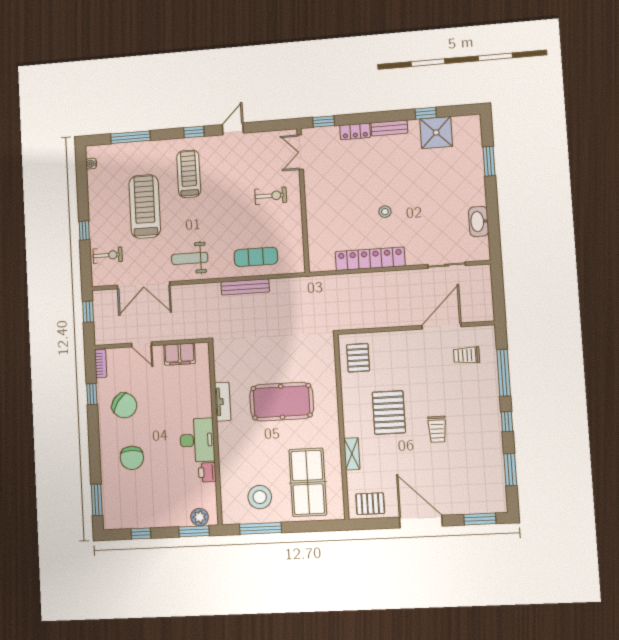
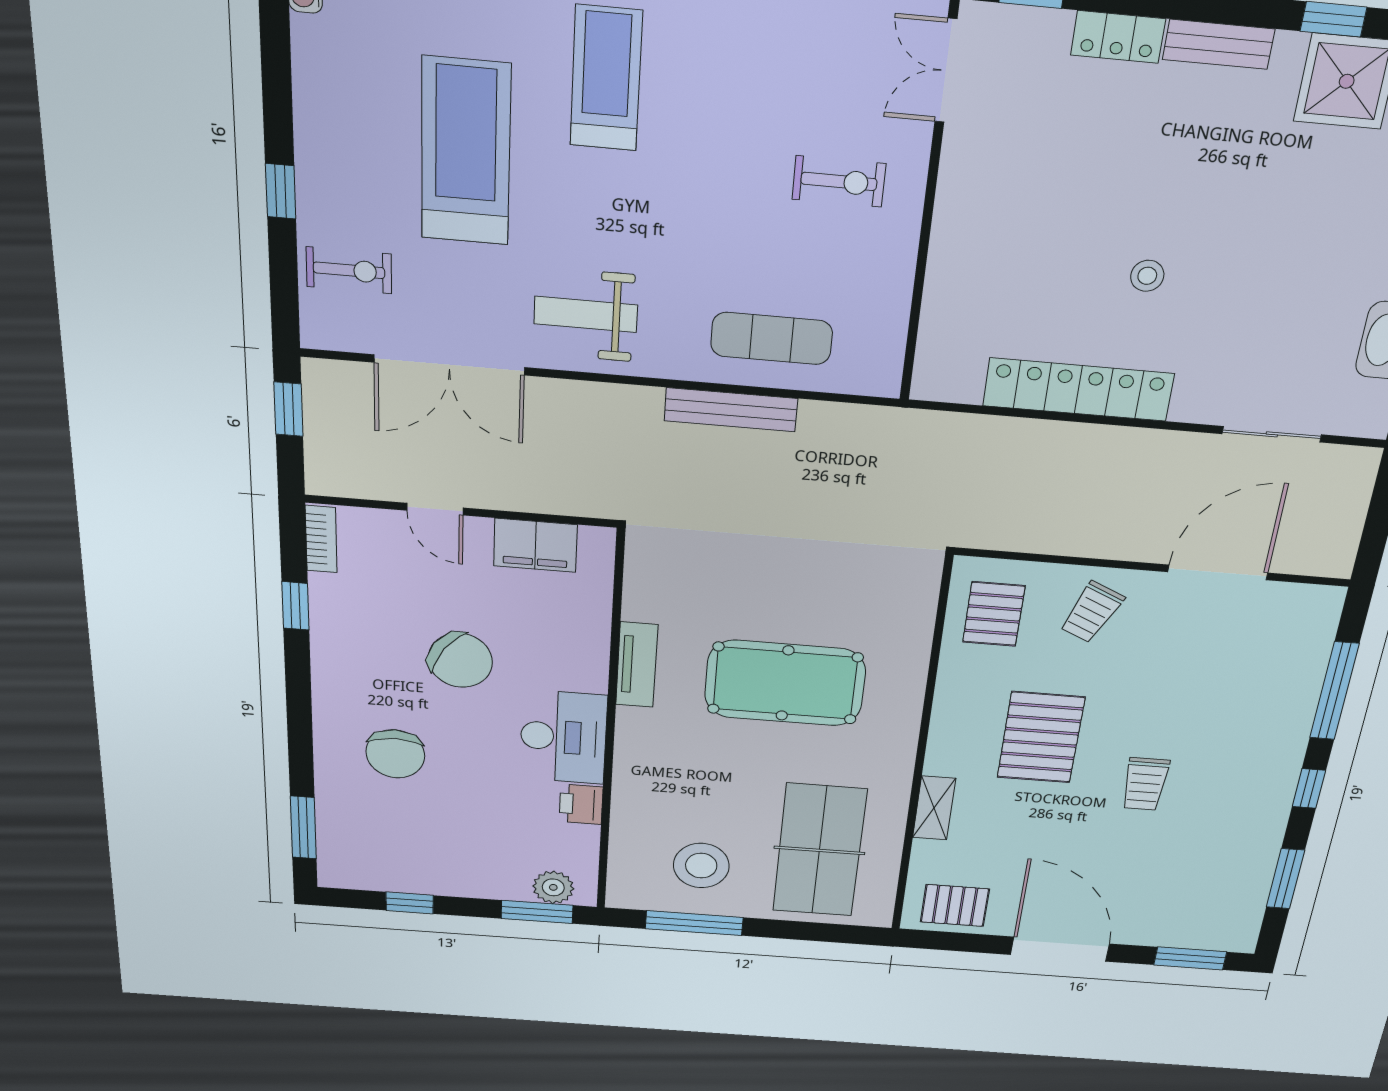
trolley: (467, 355) -> (1092, 612), moved, turned -66
chair: (124, 406) -> (460, 660), moved

